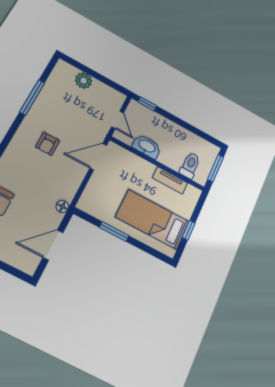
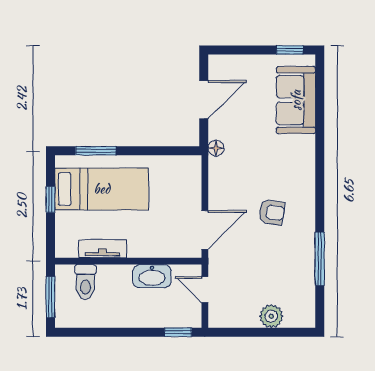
armchair: (48, 144) -> (272, 212), turned 99
window: (114, 232) -> (96, 151), moved

